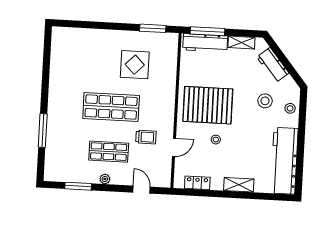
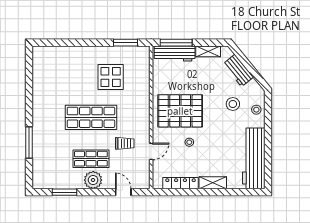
plant: (105, 179) -> (93, 180), width x1.88, depth x1.88
locker: (197, 183) -> (181, 183), width x1.53

